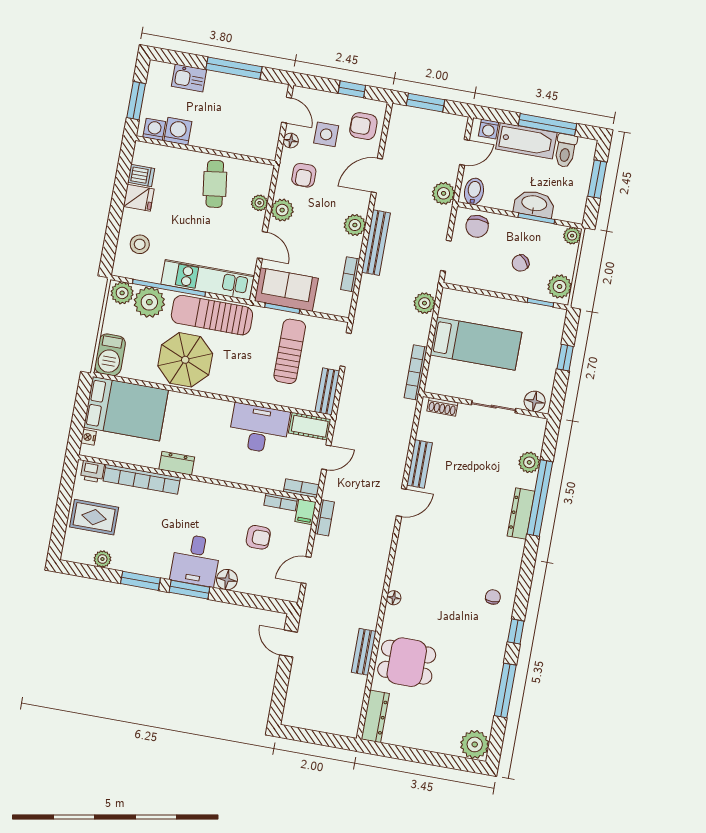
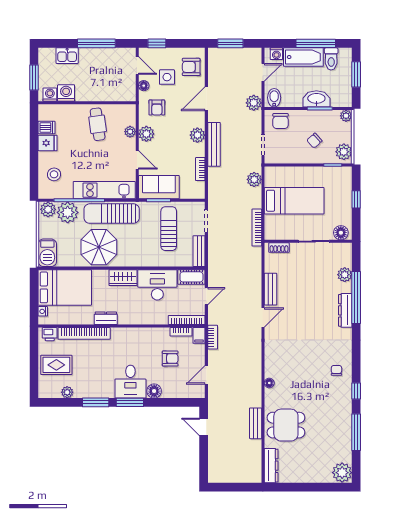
window: (352, 89) -> (157, 43), moved
wardrobe: (212, 410) -> (123, 278), added
bookcase: (301, 488) -> (187, 320), width x1.56

